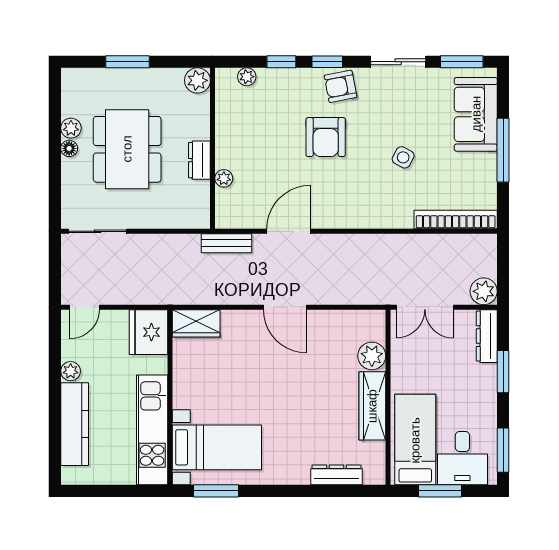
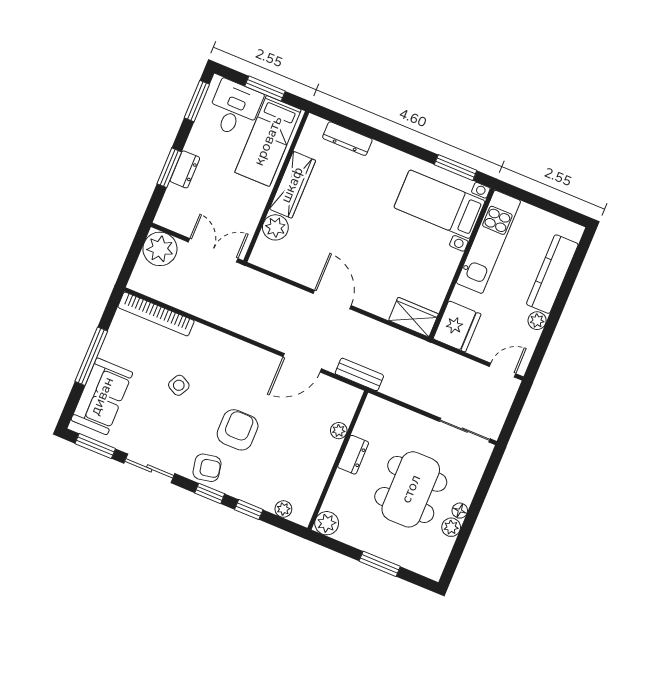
plant: (484, 291) -> (160, 249), width x1.36, depth x1.36
dresser: (487, 336) -> (185, 169), moved, width x0.70

